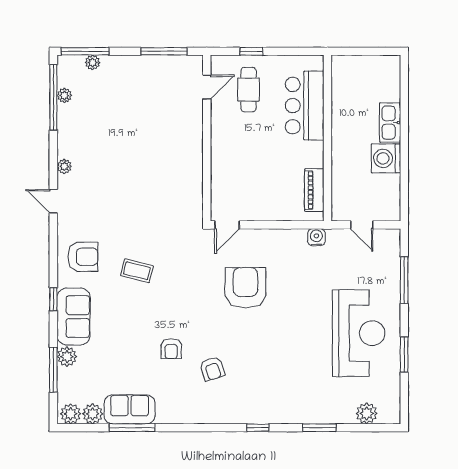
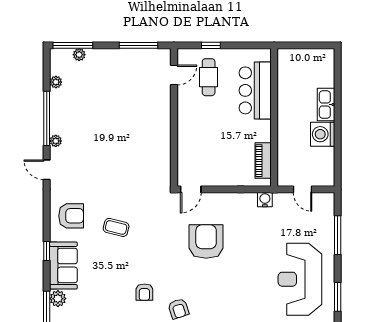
window: (53, 97) -> (47, 118), moved
reception desk: (359, 333) -> (300, 279), turned 180

